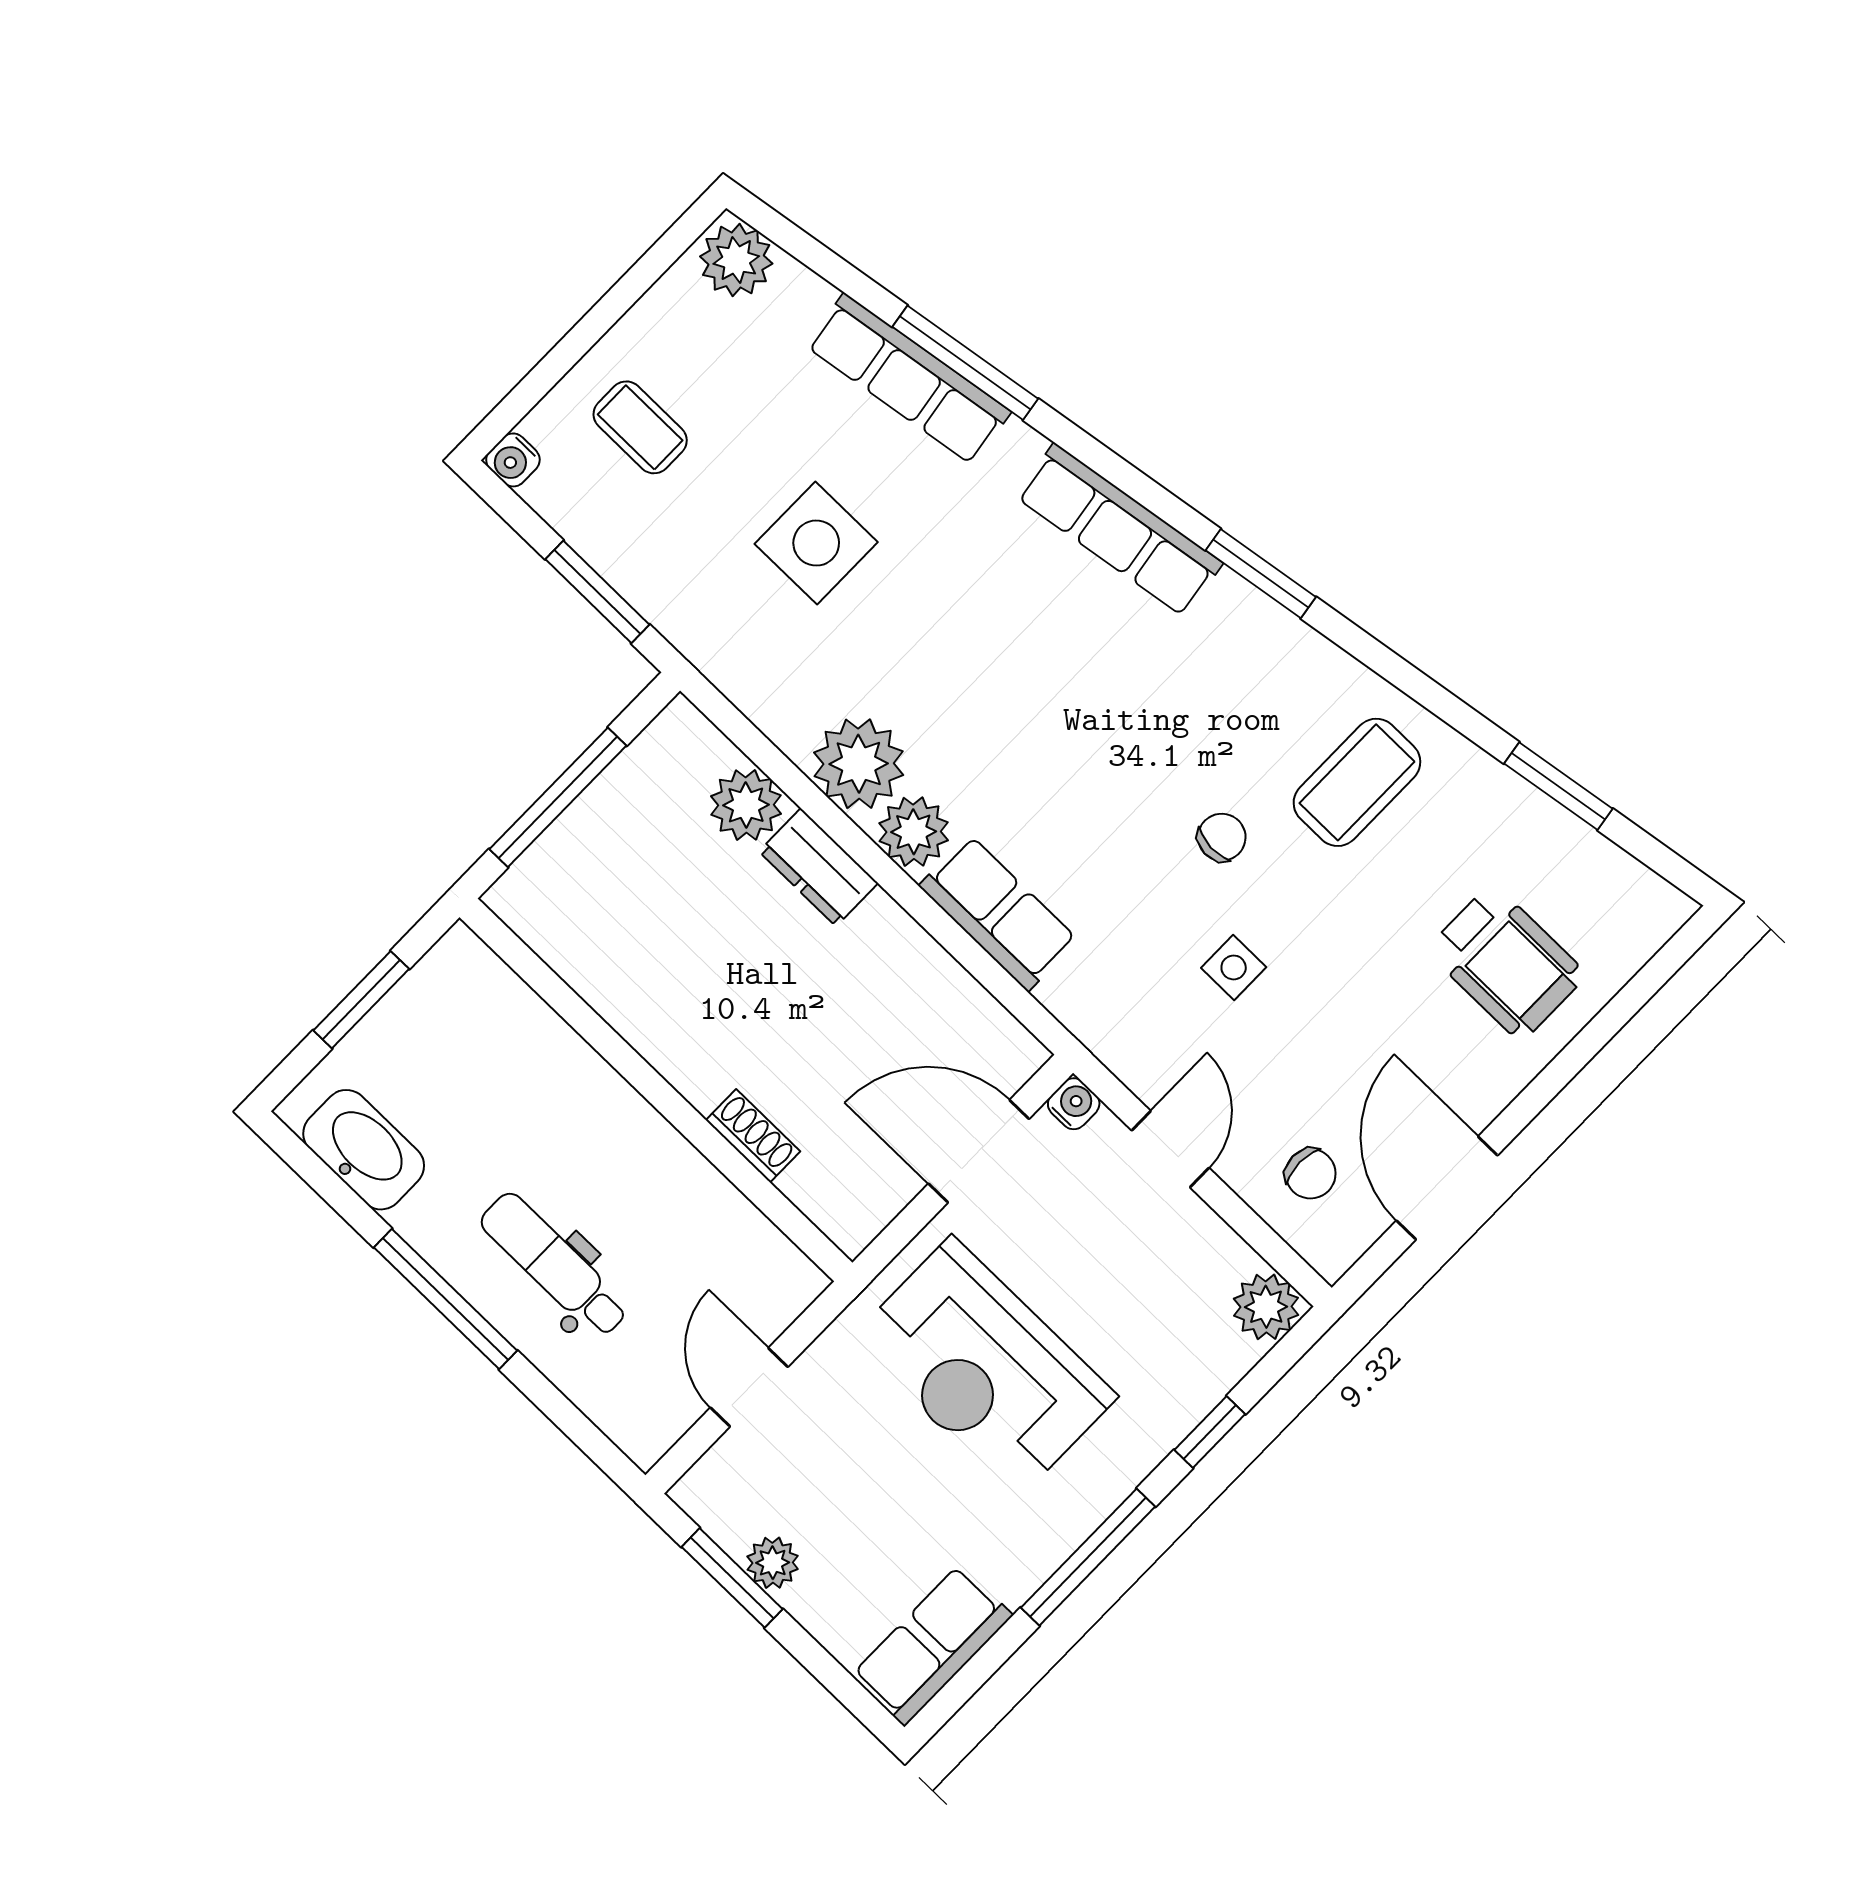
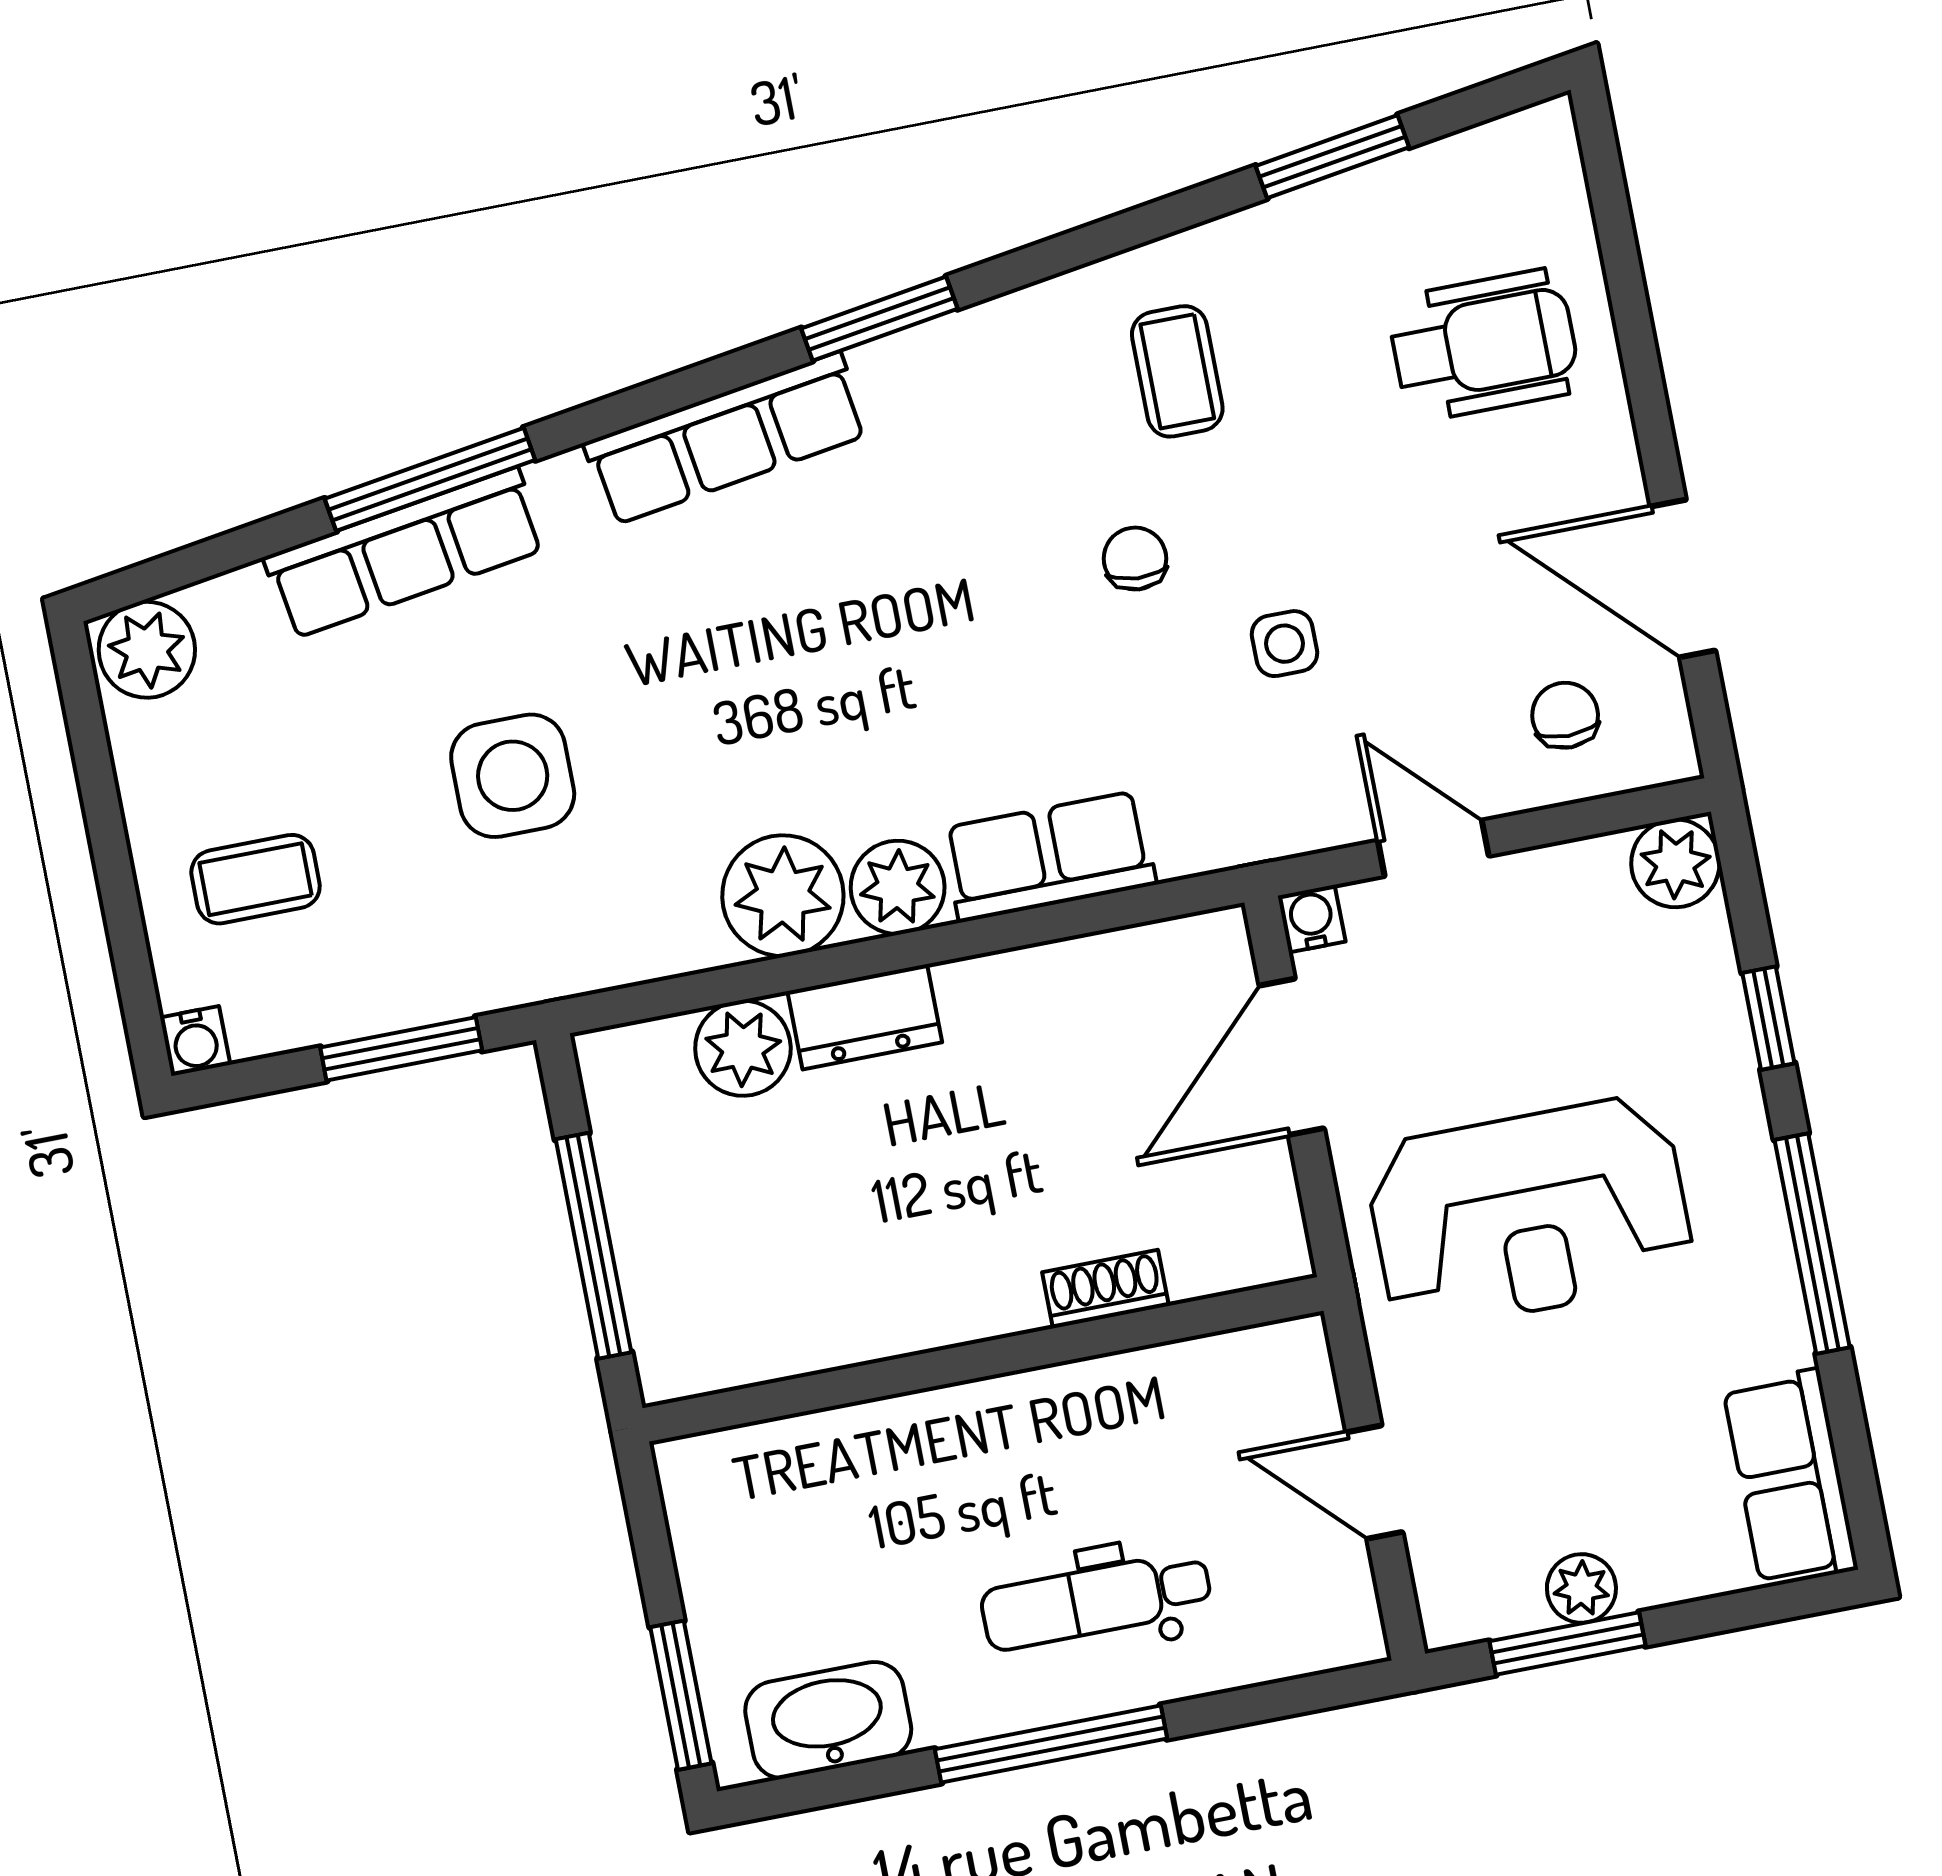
coffee table: (1357, 782) -> (1177, 371), width x0.73, depth x0.77
window: (361, 1000) -> (681, 1695), moved
chair: (1311, 1174) -> (1565, 715), turned -90

